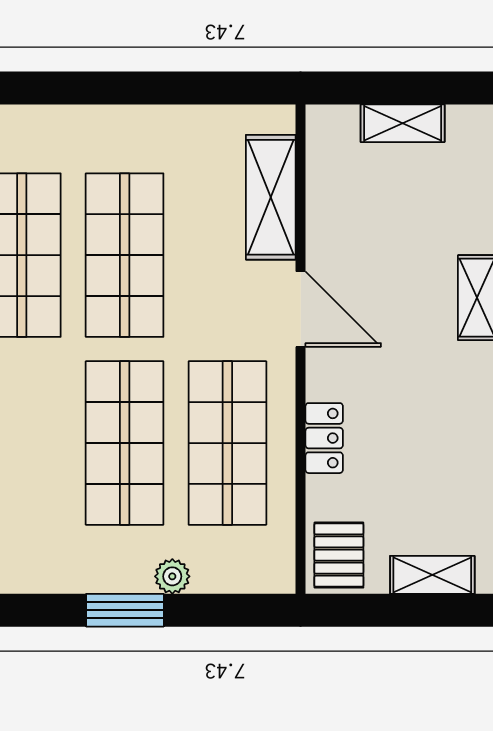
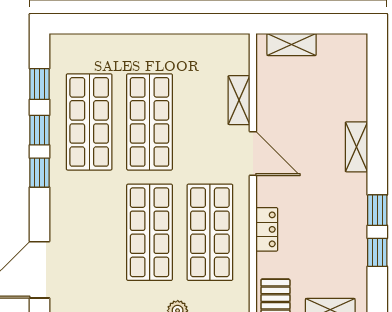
shelving: (403, 123) -> (292, 44), moved
shelving: (271, 197) -> (239, 100), width x0.67, depth x0.75

